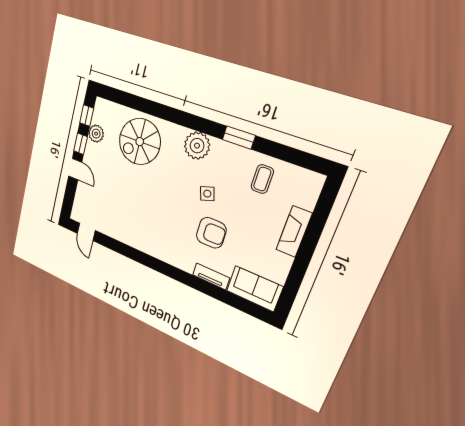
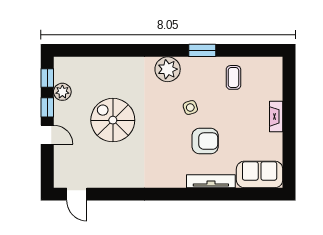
spiral stairs: (140, 142) -> (113, 120), moved, turned 90
fireplace: (294, 232) -> (276, 116), width x0.73, depth x0.76
tv unit: (211, 276) -> (211, 181), width x1.41

